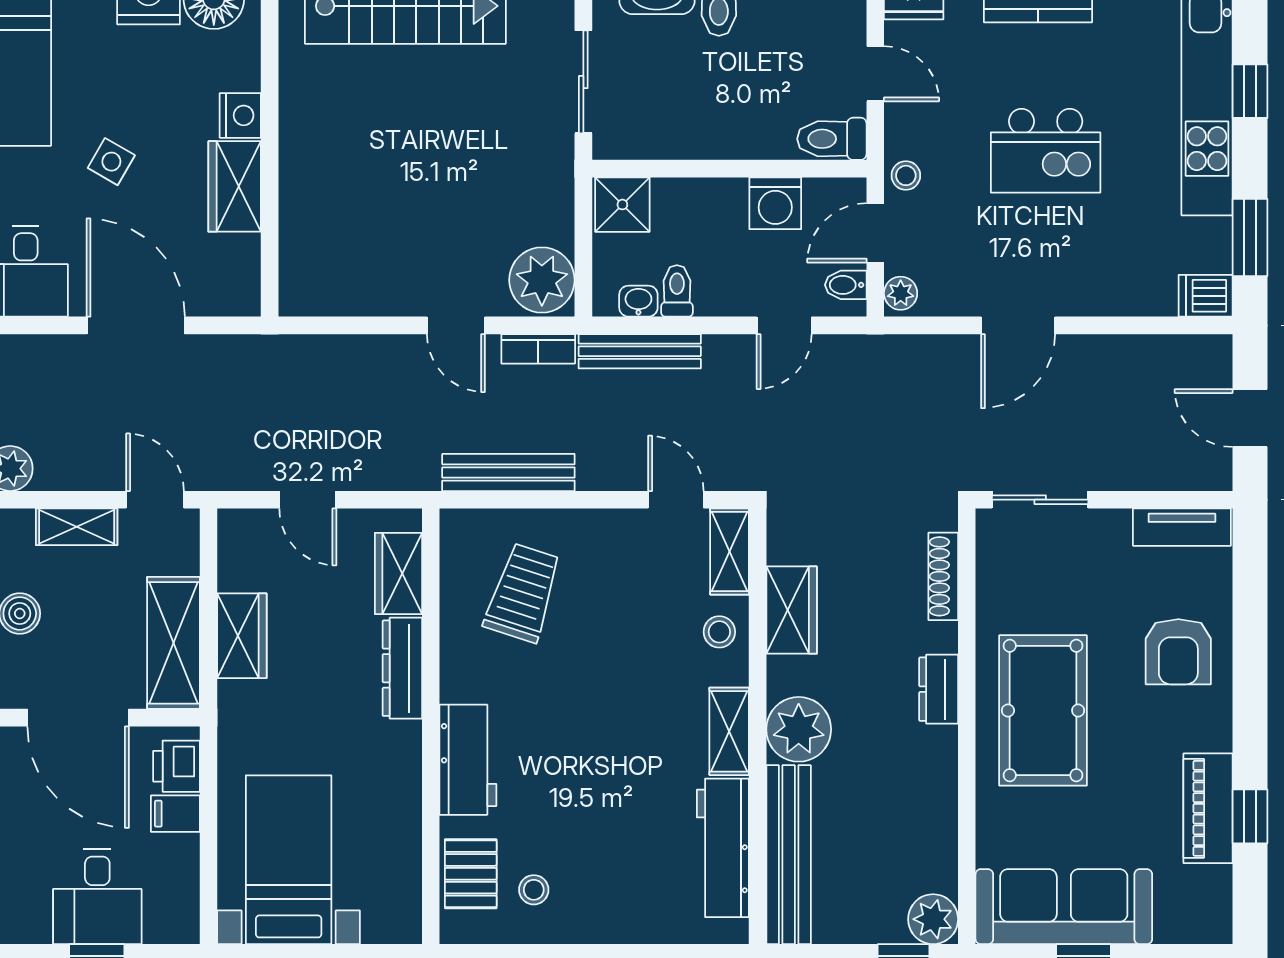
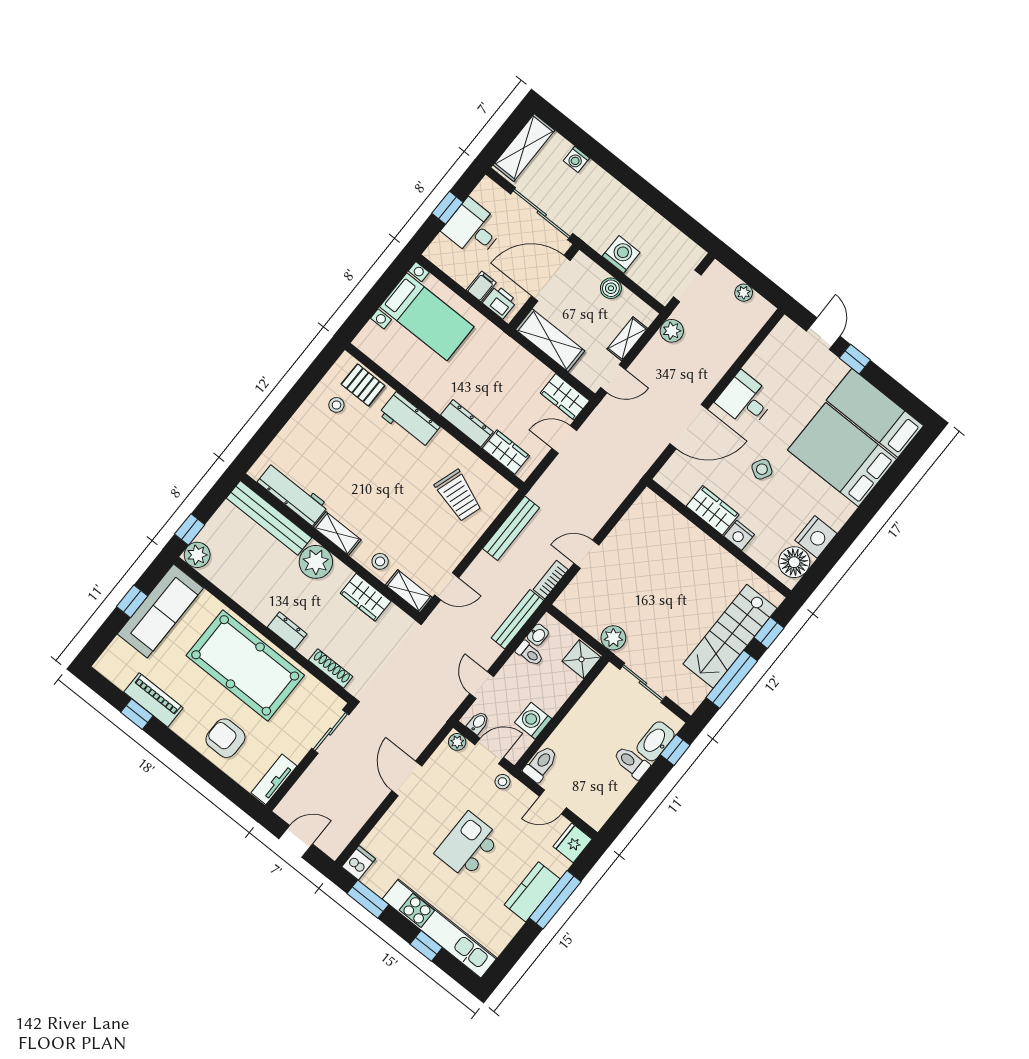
door: (875, 233) -> (489, 751), hinge flipped
plant: (542, 280) -> (613, 638), moved, width x0.73, depth x0.73
wardrobe: (242, 636) -> (565, 397), moved
pool table: (1043, 710) -> (245, 665), width x1.36, depth x1.32

